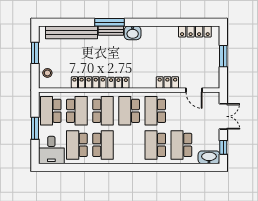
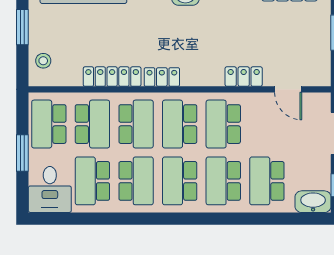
school desk: (129, 145) -> (180, 181), added

